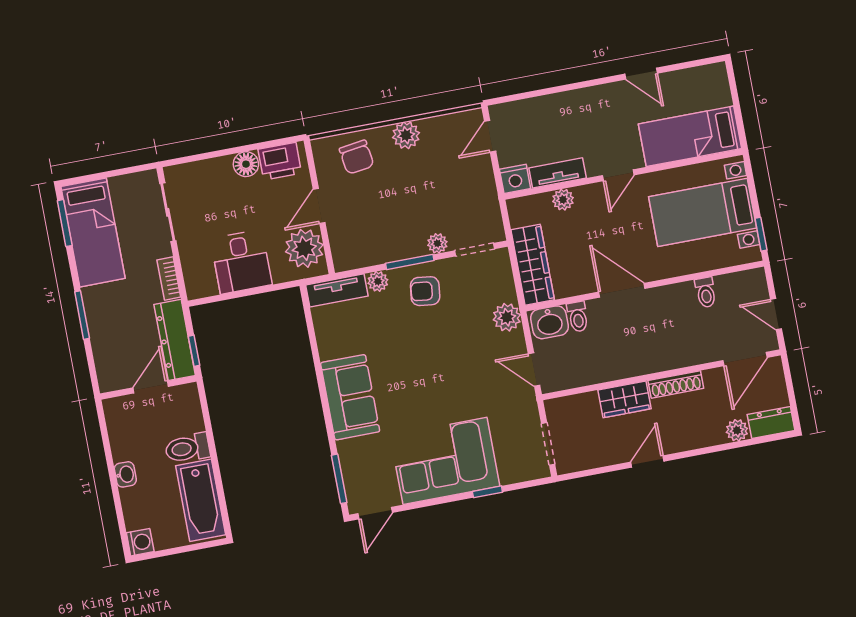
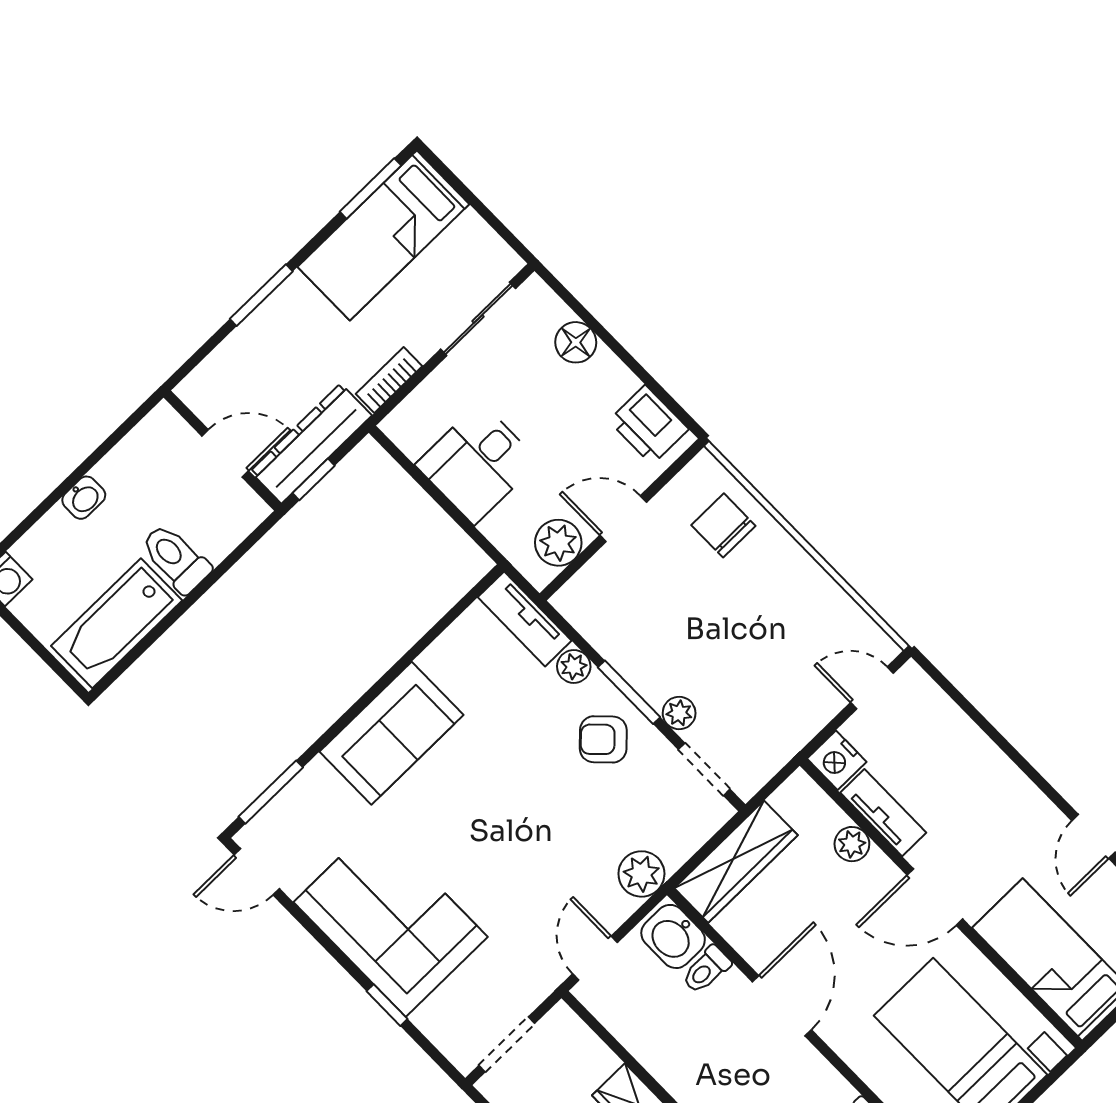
plant: (406, 135) -> (798, 573), removed
chair: (357, 157) -> (723, 525), turned 98
floor lamp: (246, 164) -> (576, 342), moved
door: (618, 175) -> (935, 897), width x1.38
plant: (304, 248) -> (558, 543), width x0.73, depth x0.73
armchair: (425, 291) -> (603, 739), turned -52

